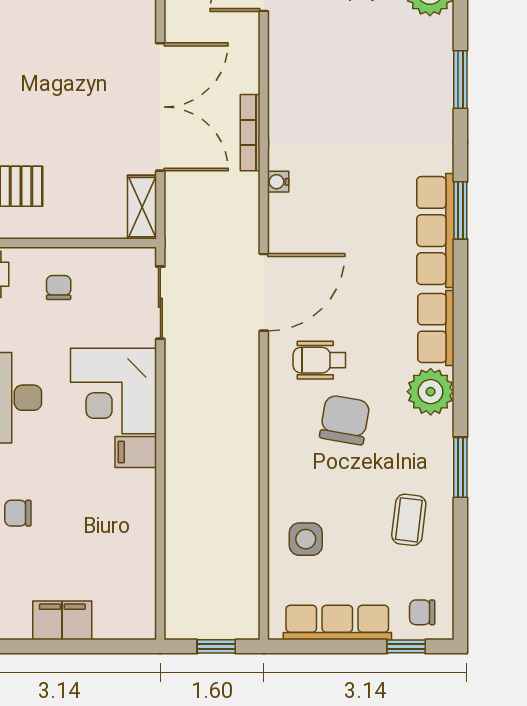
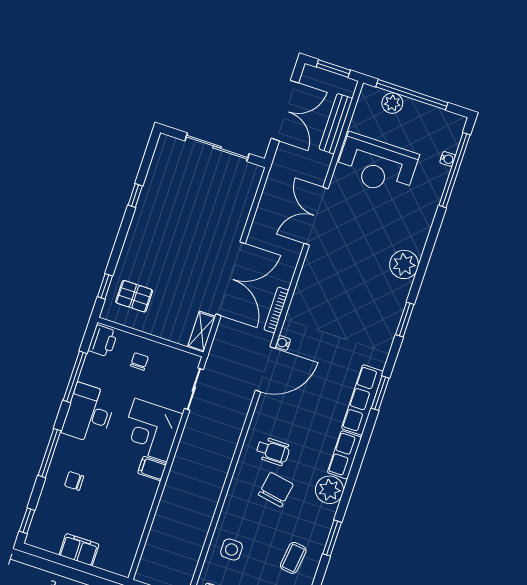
door: (264, 292) -> (265, 369), moved
wheelchair: (319, 360) -> (273, 451), turned 180

